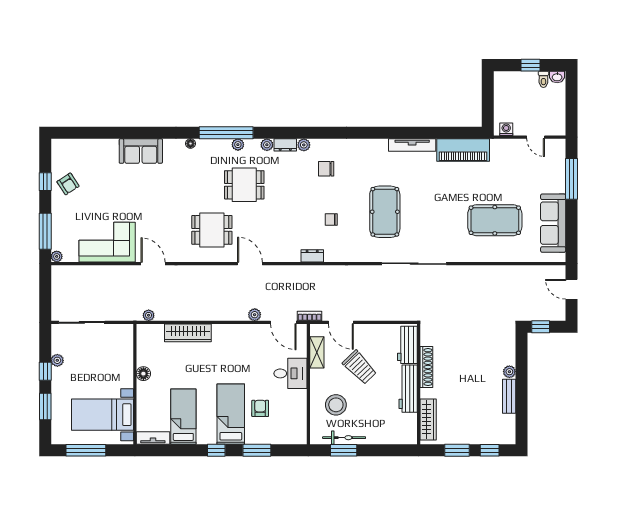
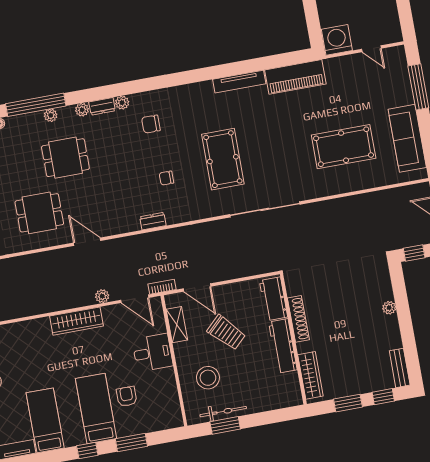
washing machine: (506, 129) -> (337, 40), width x1.89, depth x1.89
wardrobe: (188, 333) -> (76, 321), moved
bench: (509, 396) -> (400, 368), moved

